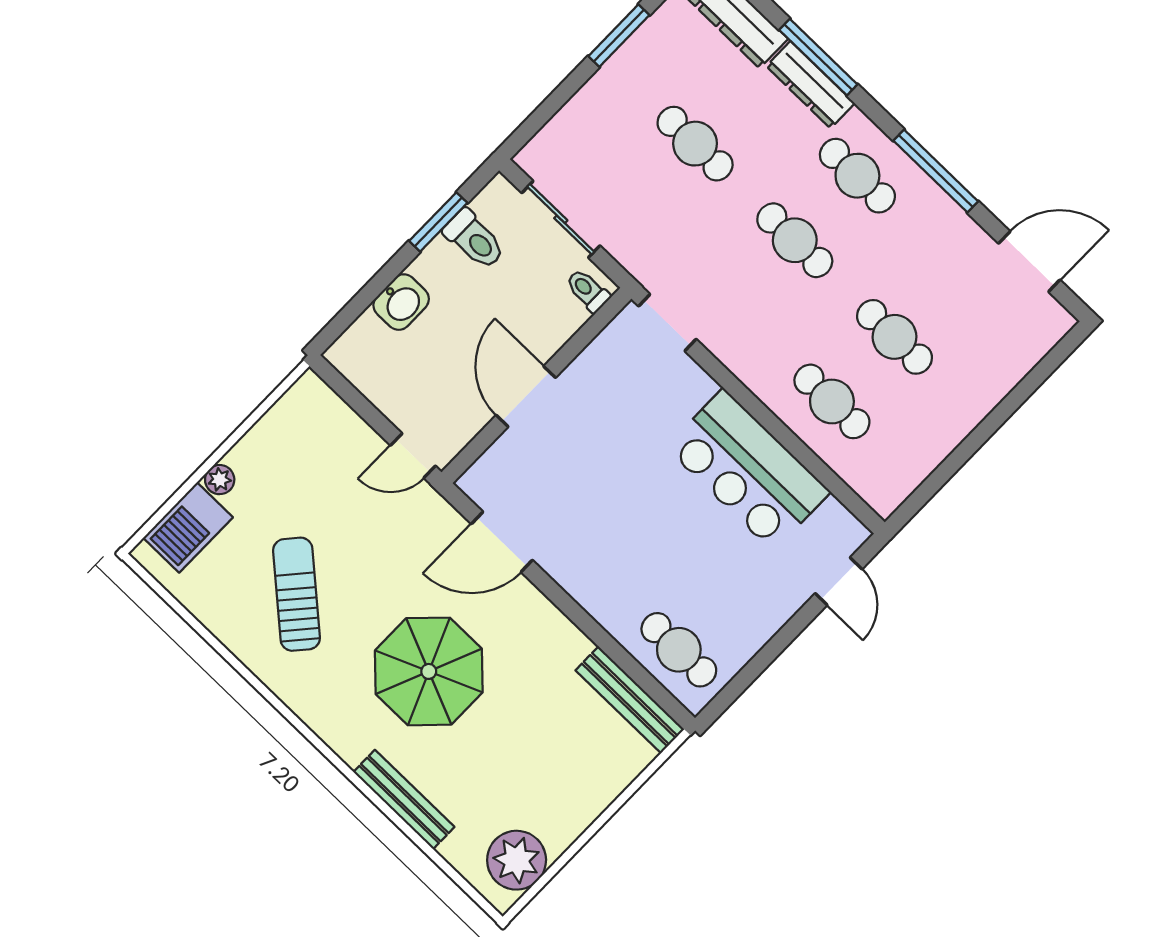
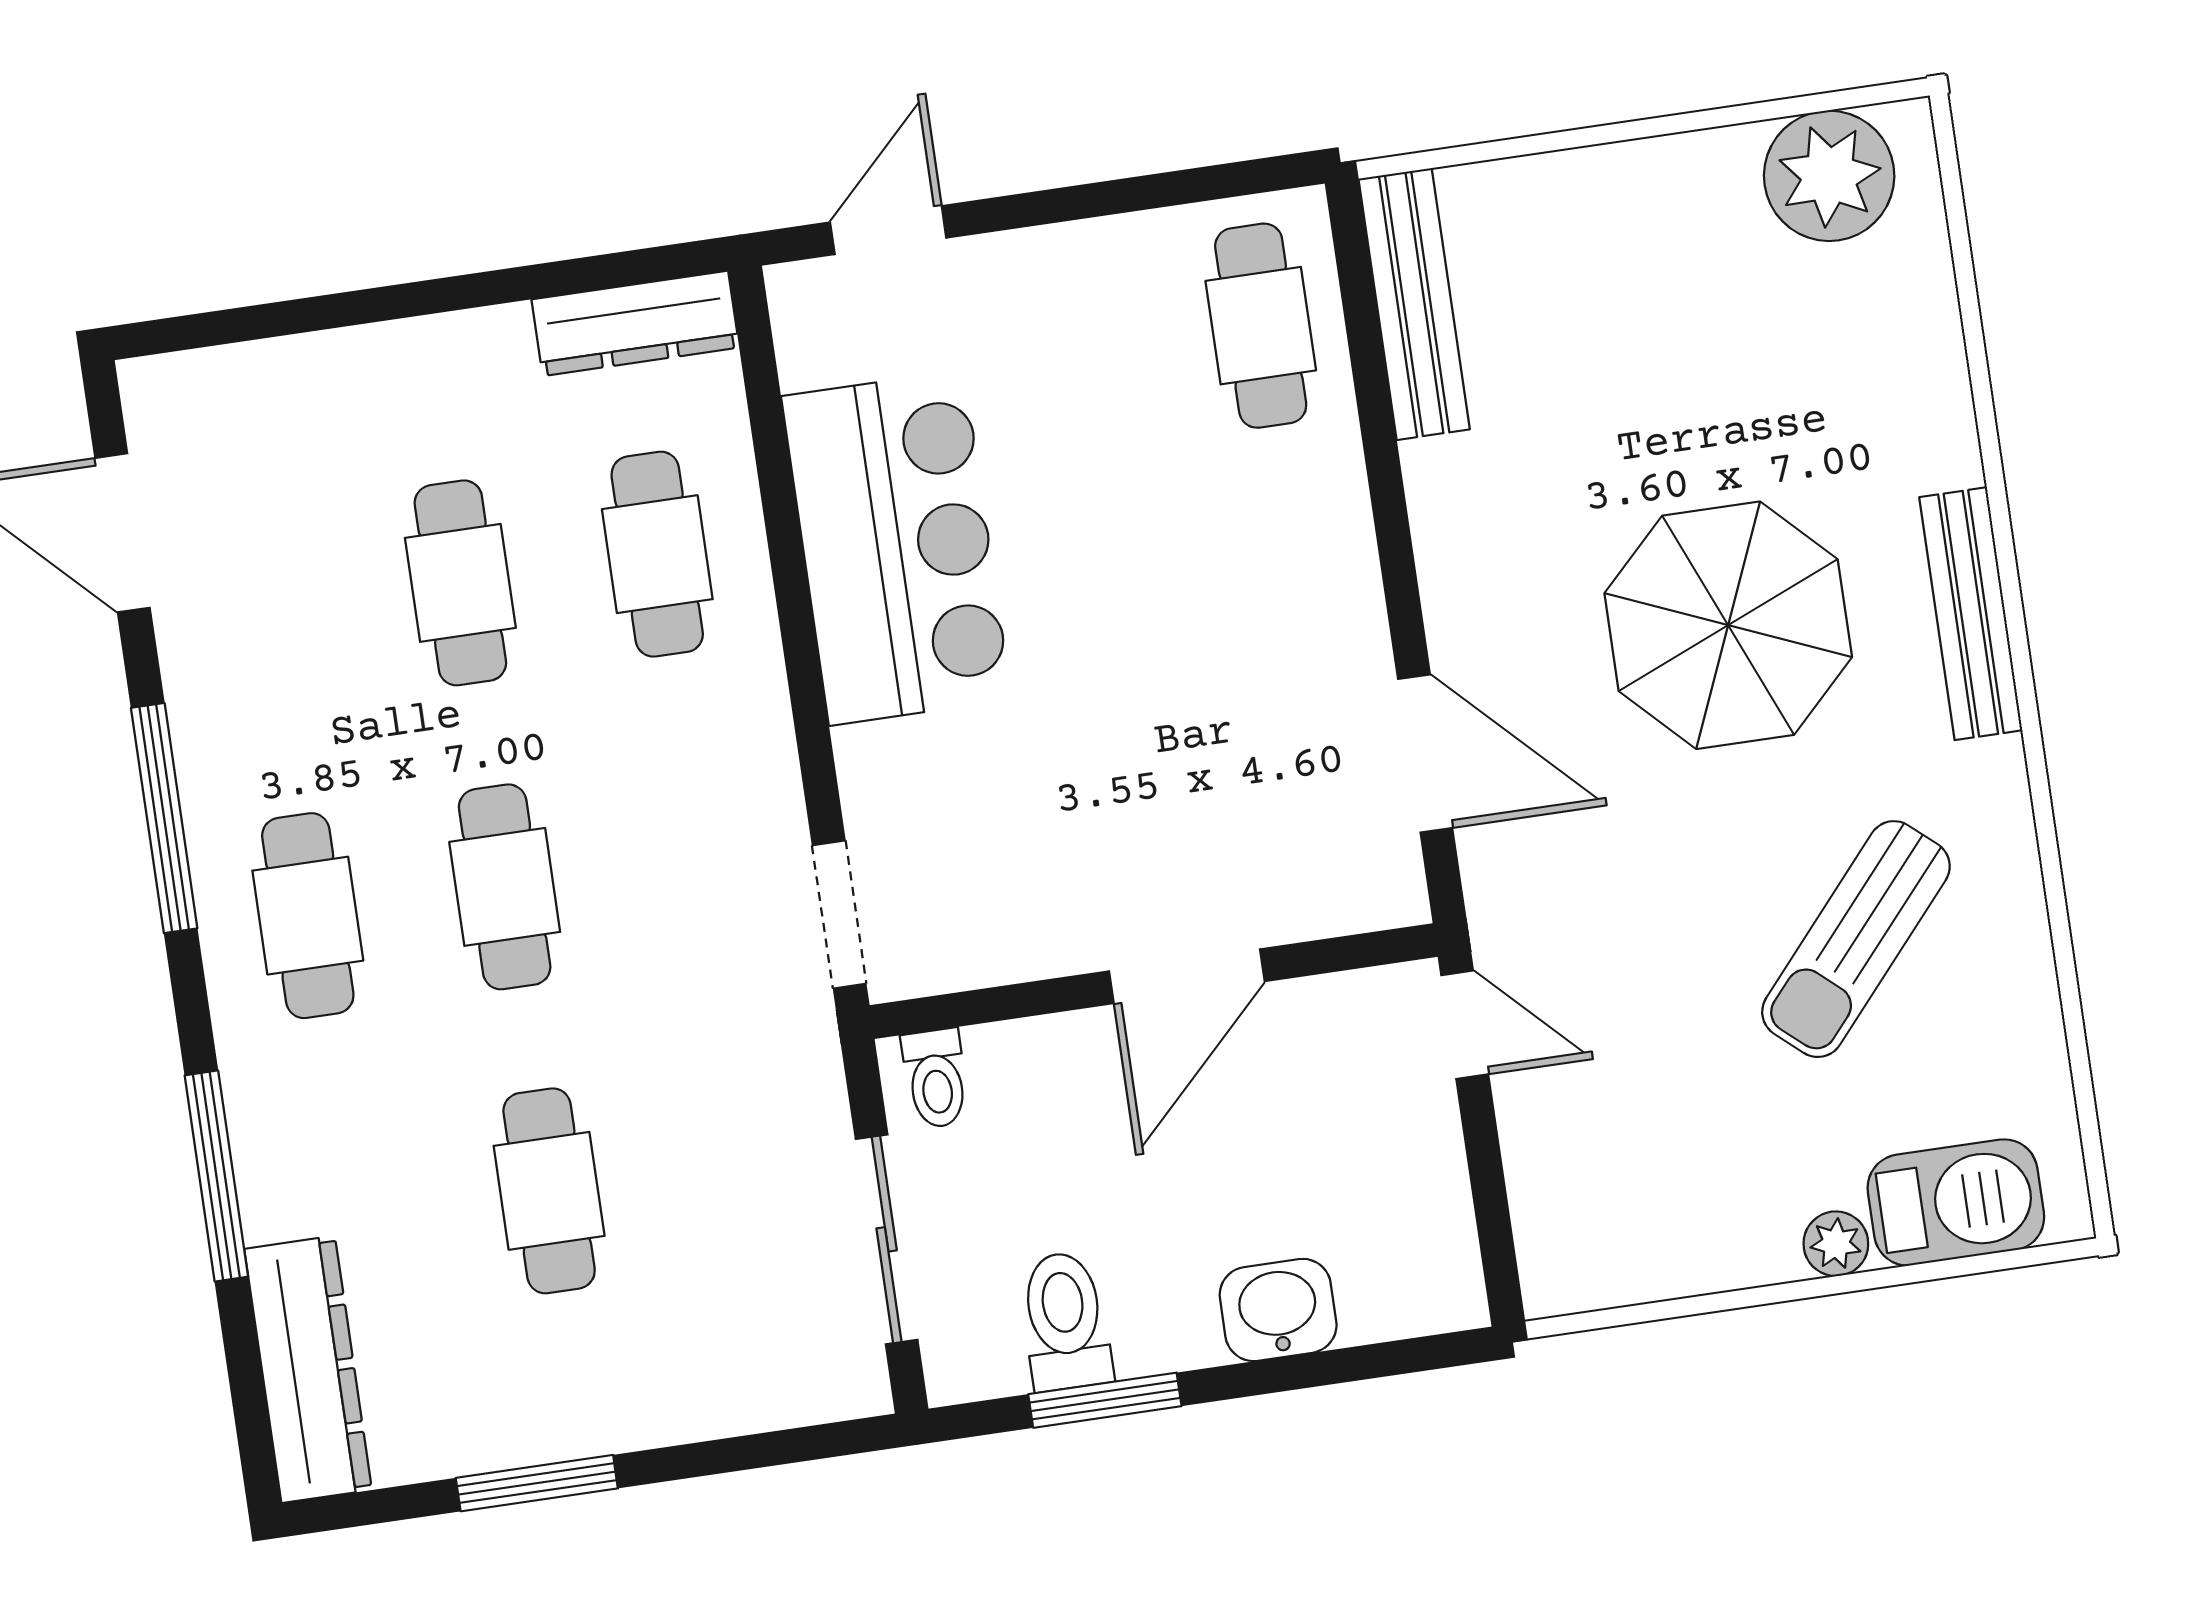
dresser: (810, 85) -> (635, 323), moved, turned 90
bench: (404, 800) -> (1971, 614), moved

